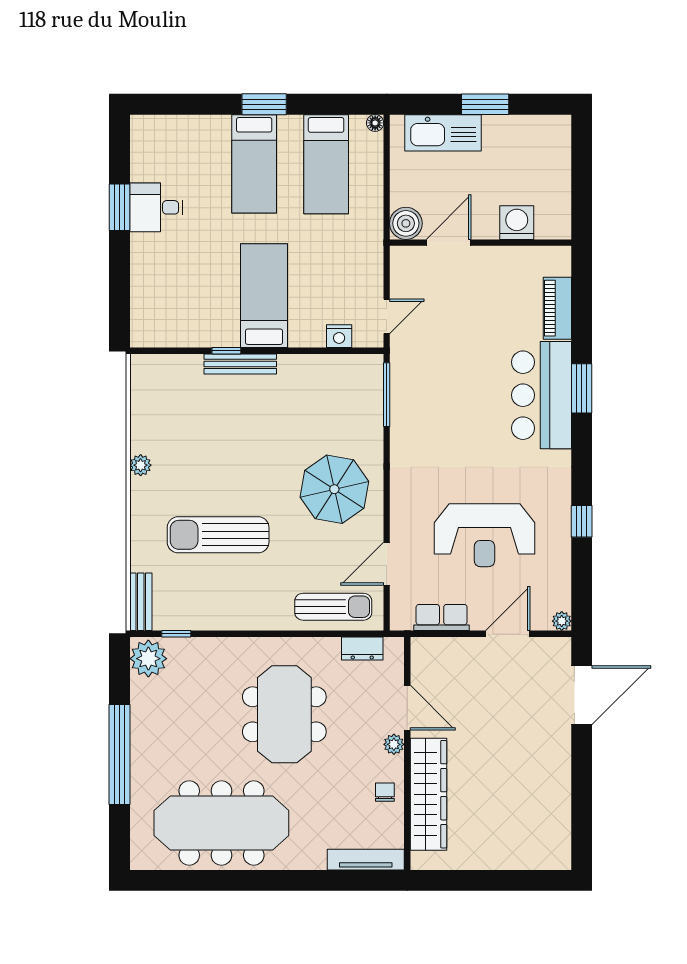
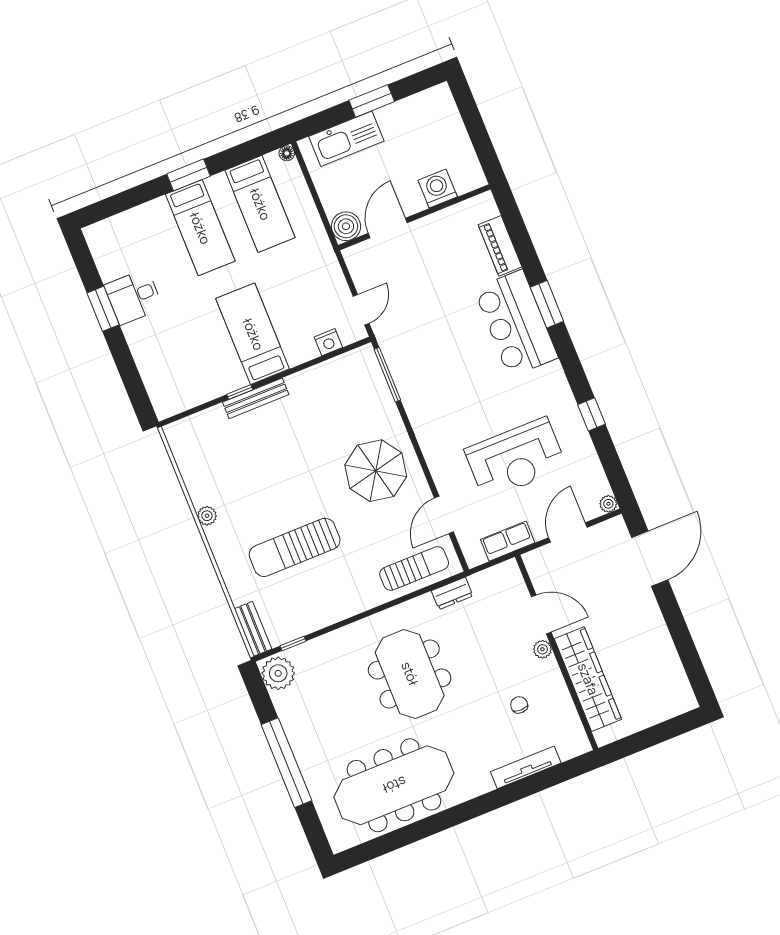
door: (407, 708) -> (541, 614), moved
plant: (394, 744) -> (542, 649), moved
wall: (407, 753) -> (557, 652), moved
wardrobe: (428, 794) -> (588, 679), moved

